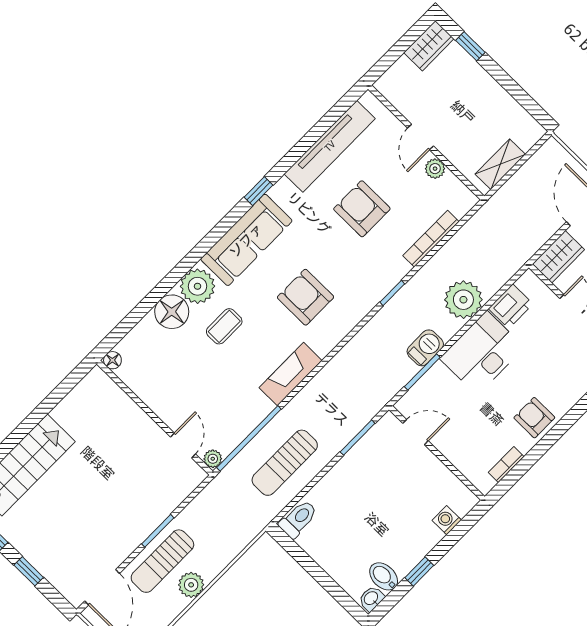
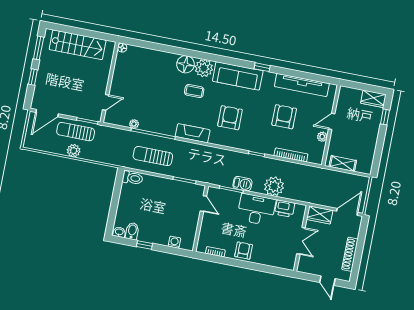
floor lamp: (112, 360) -> (122, 48), moved
wall: (155, 418) -> (110, 82), moved
door: (183, 445) -> (106, 102), moved

